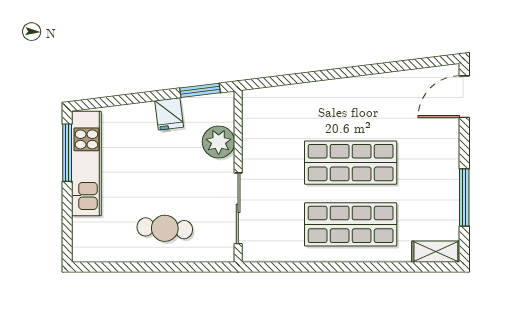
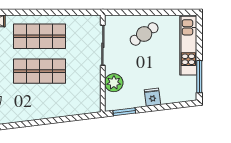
fridge: (169, 114) -> (152, 97), moved
kitchen unit: (86, 163) -> (188, 46), moved
cafe table: (165, 228) -> (144, 34), turned -39

